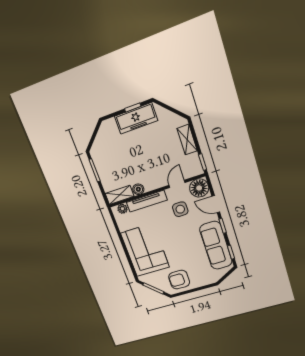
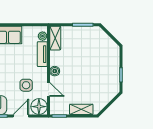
freezer: (136, 118) -> (112, 74), removed
boiler: (138, 189) -> (55, 71), moved
tv unit: (147, 201) -> (42, 54), width x0.71

